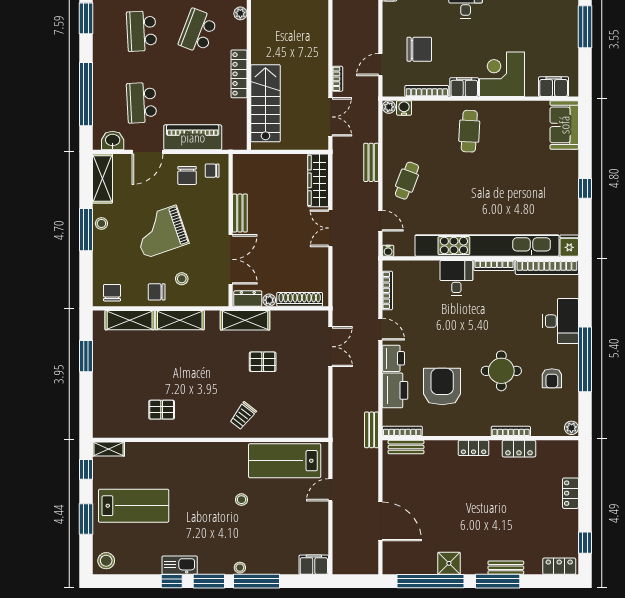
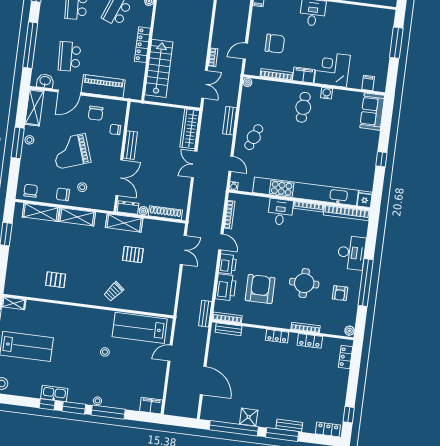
filing cabinet: (554, 87) -> (368, 83), width x0.50
water cooler: (404, 108) -> (327, 93), moved
chair: (212, 171) -> (115, 129), moved
locker: (571, 493) -> (345, 357), moved

